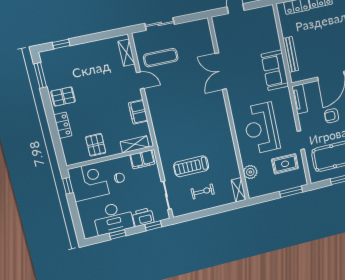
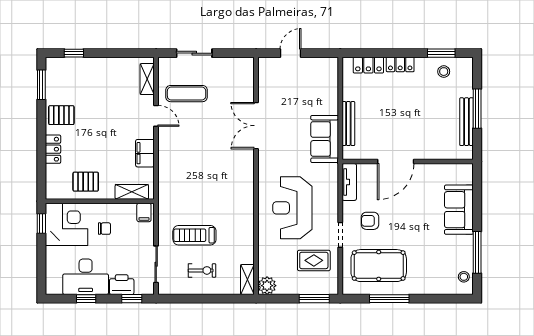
armchair: (332, 116) -> (370, 221), moved
pallet: (96, 145) -> (86, 182), turned 90
filing cabinet: (142, 159) -> (144, 212), width x0.50
plant: (250, 172) -> (267, 286), moved

